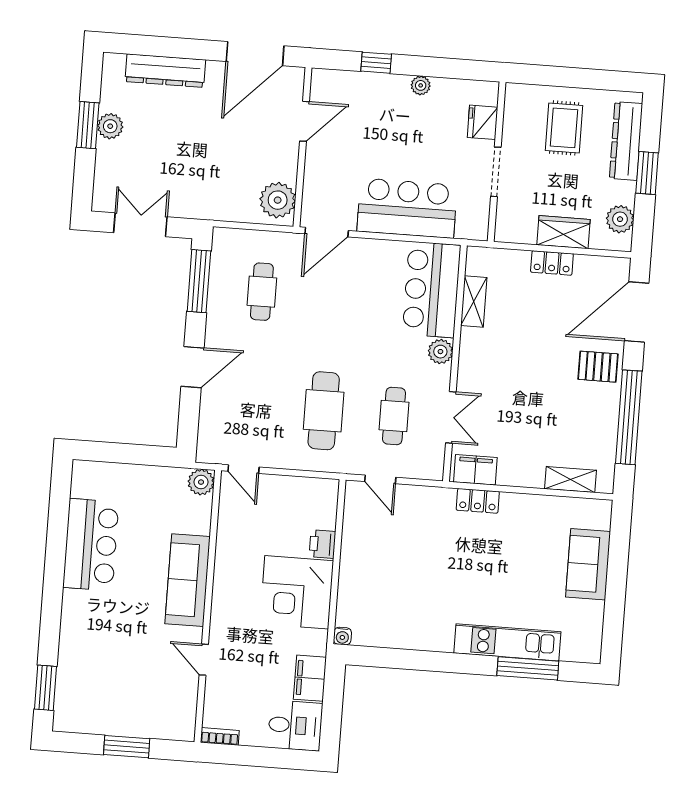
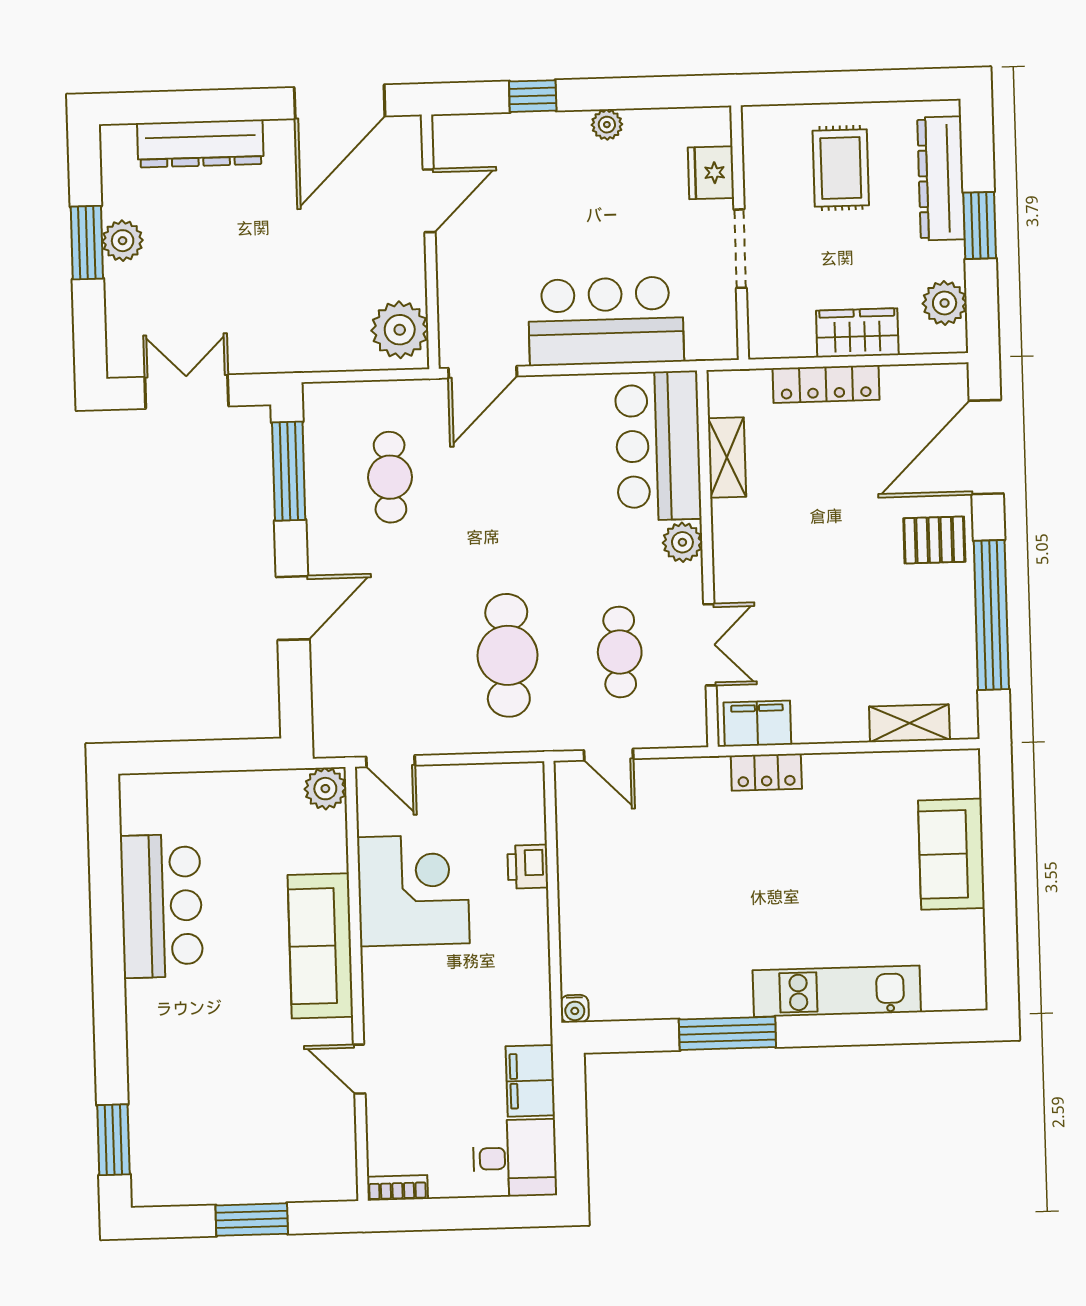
locker: (552, 263) -> (826, 384), width x1.53
corner desk: (297, 592) -> (413, 890), moved, turned 180
window: (528, 668) -> (727, 1033), moved

